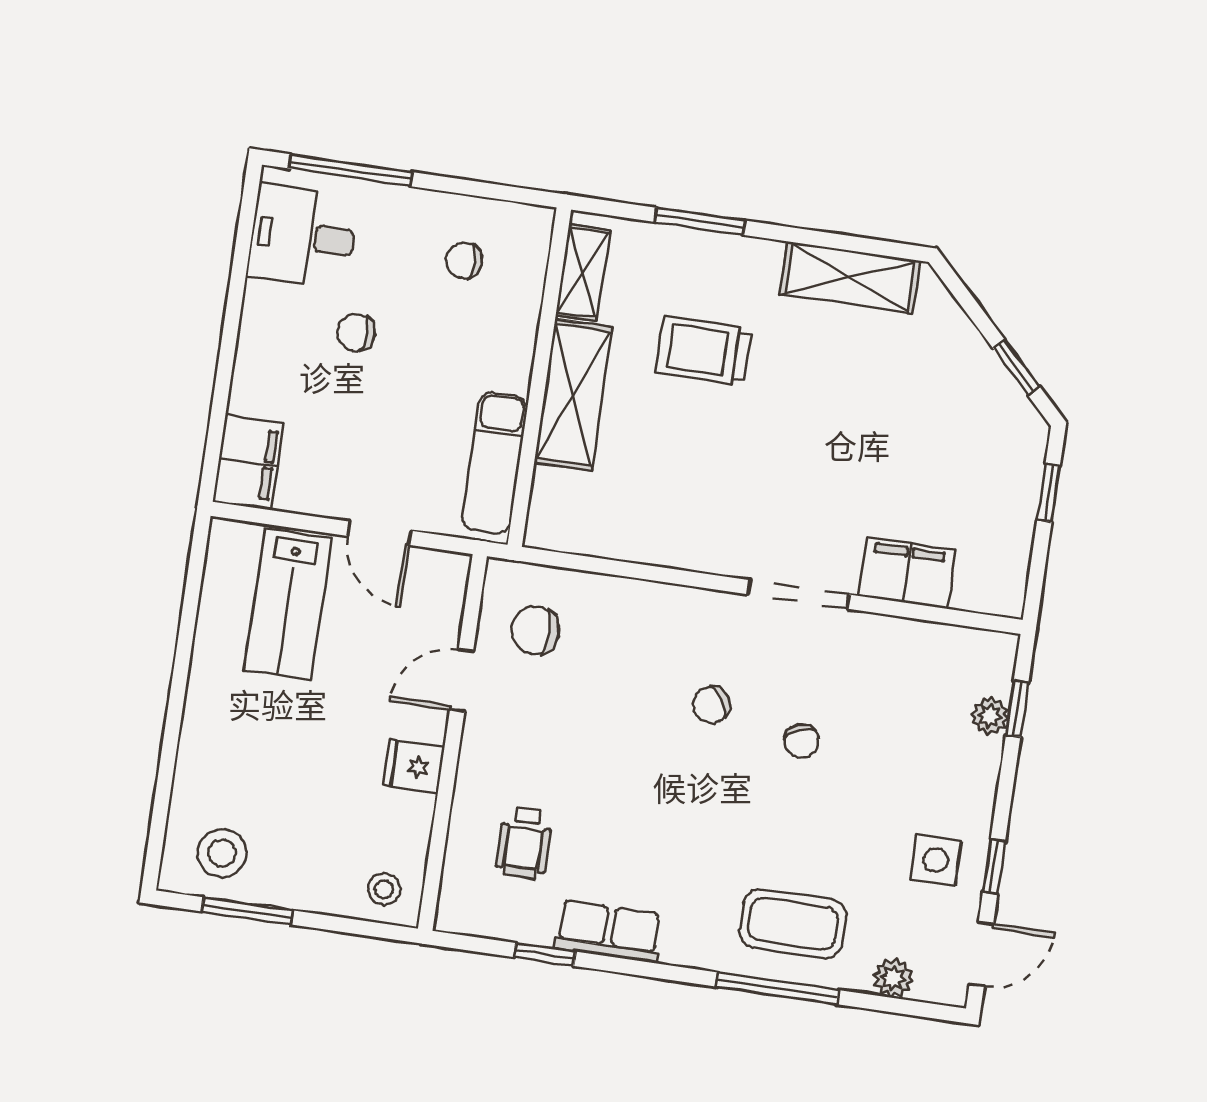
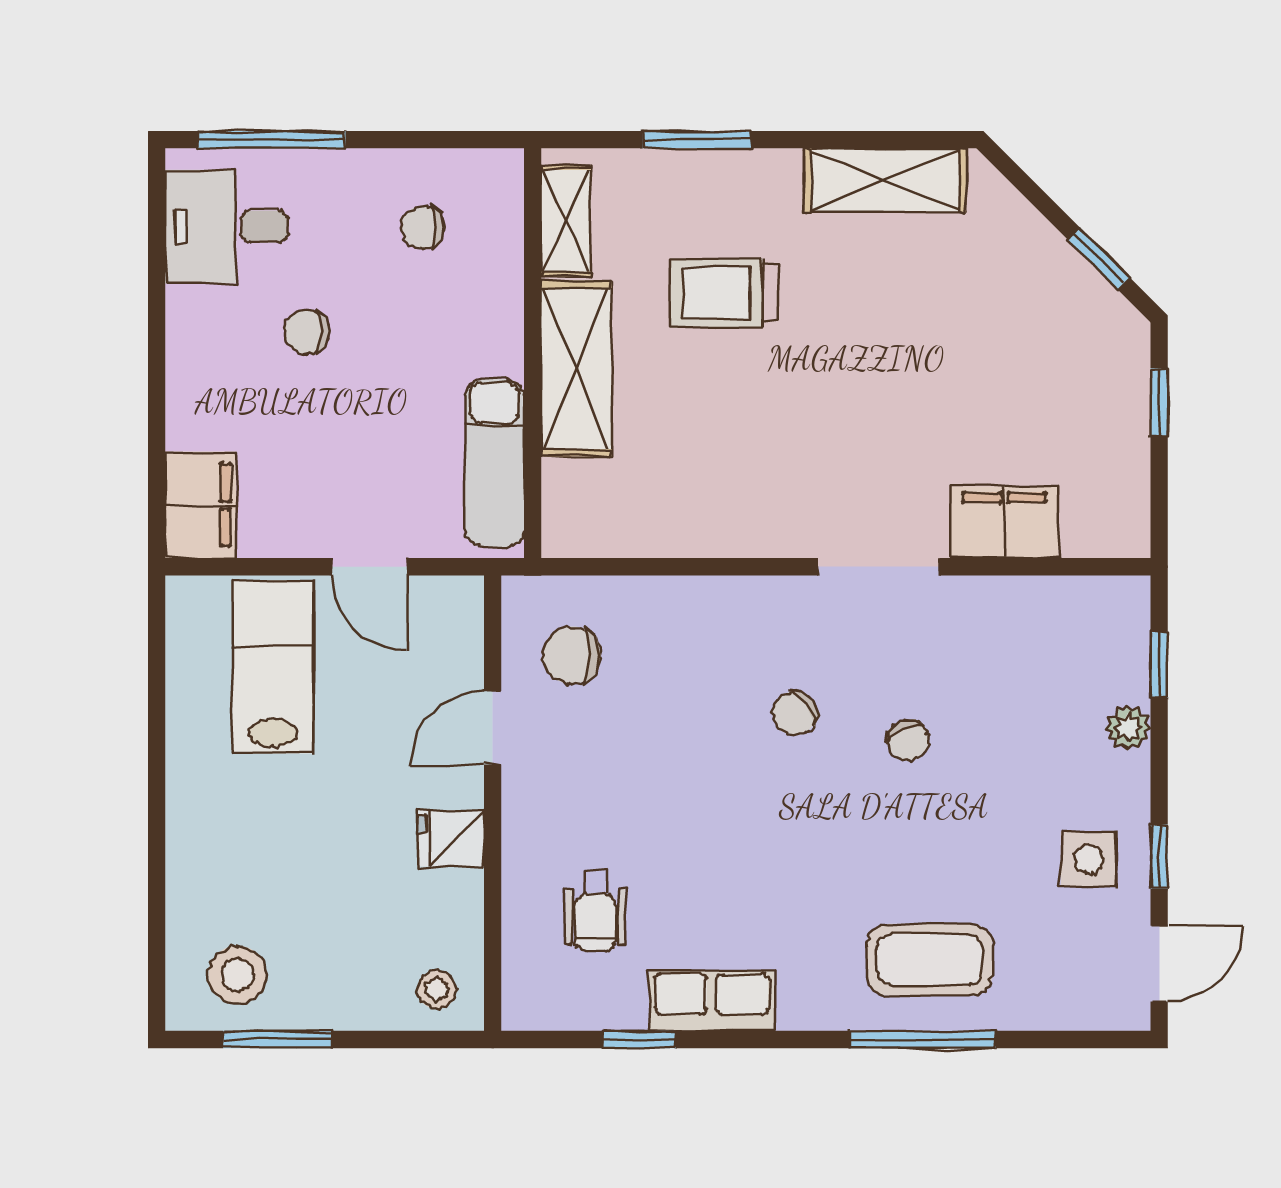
lab bench: (288, 604) -> (273, 667), turned 180
plant: (990, 716) -> (1128, 728), moved
plant: (893, 978) -> (1058, 1007), removed

